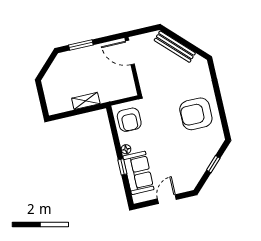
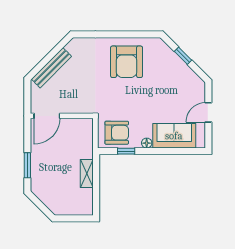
window: (122, 167) -> (126, 151), moved
door: (167, 199) -> (208, 112), hinge flipped

